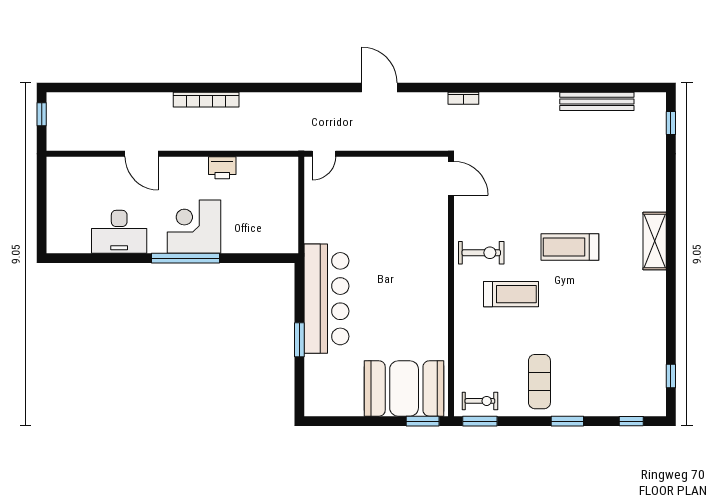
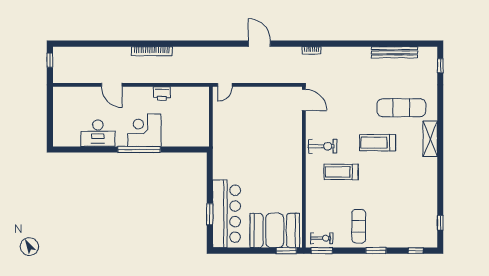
exercise mat: (608, 191) -> (401, 108), added
treadmill: (511, 294) -> (341, 172), turned 180
bar counter: (326, 299) -> (227, 214), moved
window: (299, 340) -> (210, 214), moved

